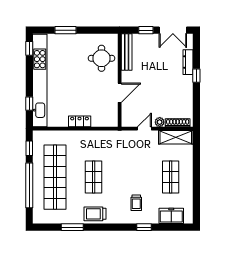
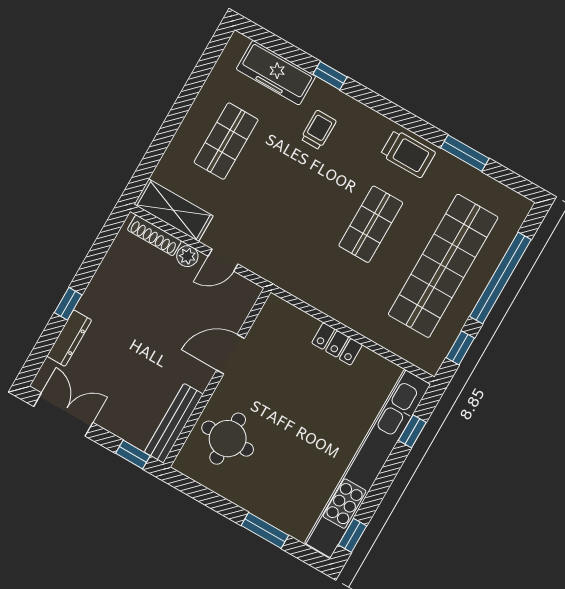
window: (146, 30) -> (133, 455), moved
freezer: (171, 216) -> (276, 73), width x1.40

